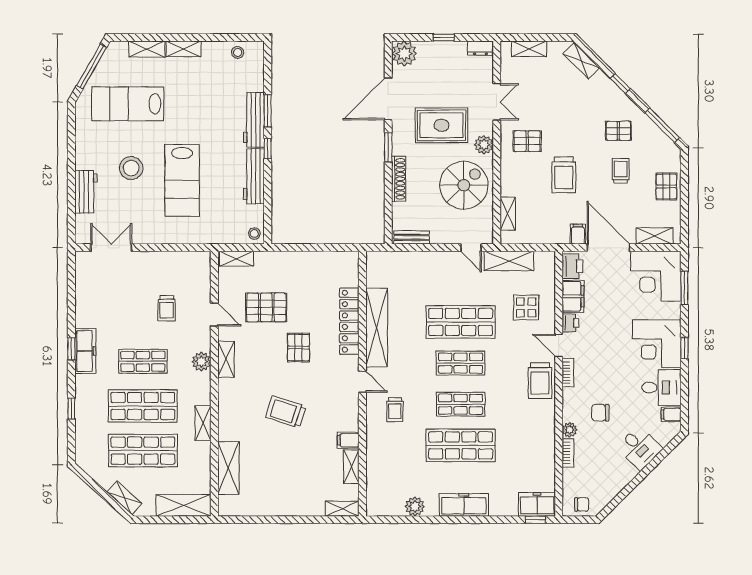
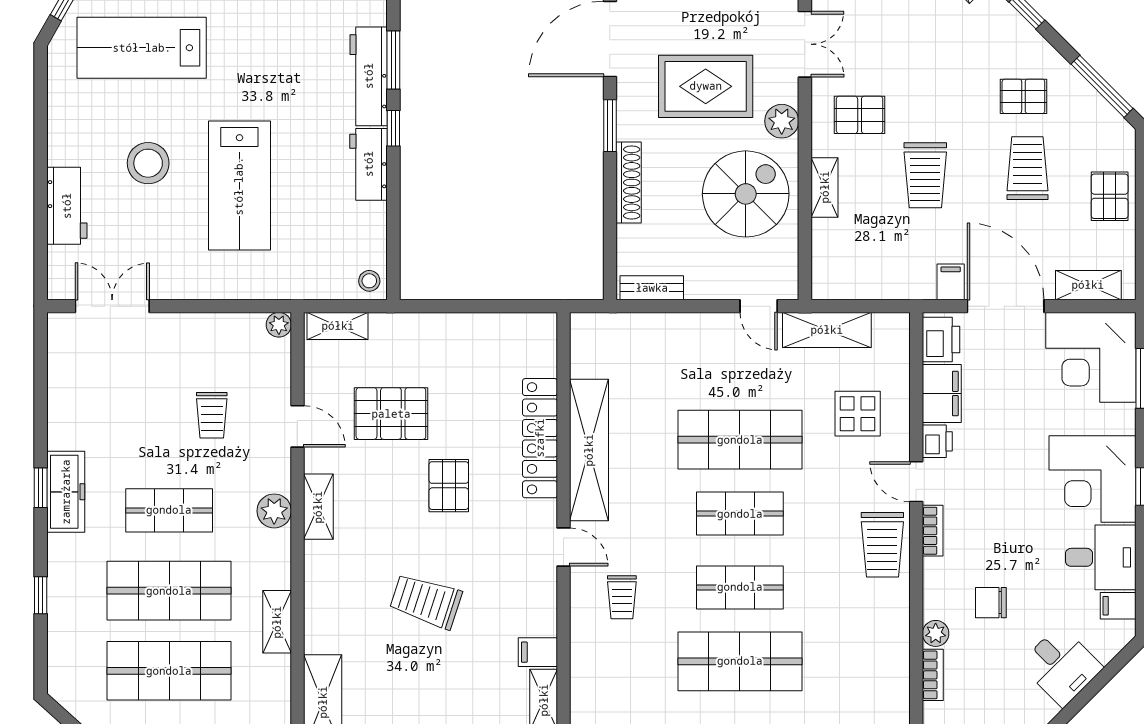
trolley: (621, 171) -> (1027, 168), width x1.36, depth x1.39
workbench: (254, 176) -> (369, 164), width x0.73
shelving: (508, 214) -> (825, 187), moved
plant: (204, 258) -> (279, 325), added

